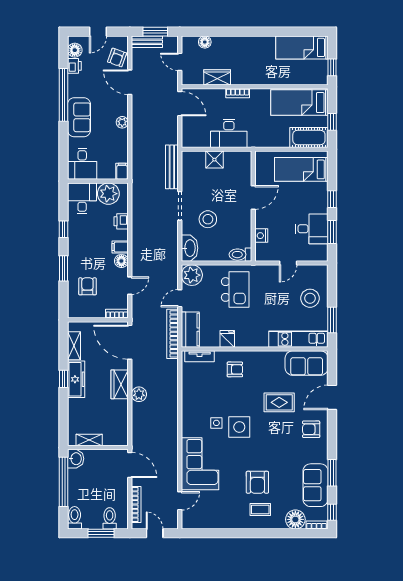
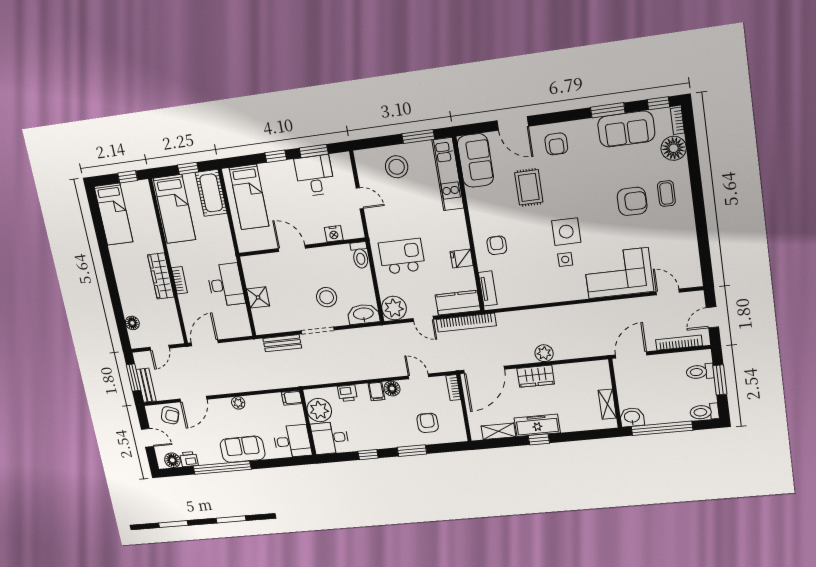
wardrobe: (217, 77) -> (161, 276), moved, width x1.50
bench: (172, 167) -> (282, 343), width x0.73
armchair: (87, 286) -> (428, 423), turned 90

